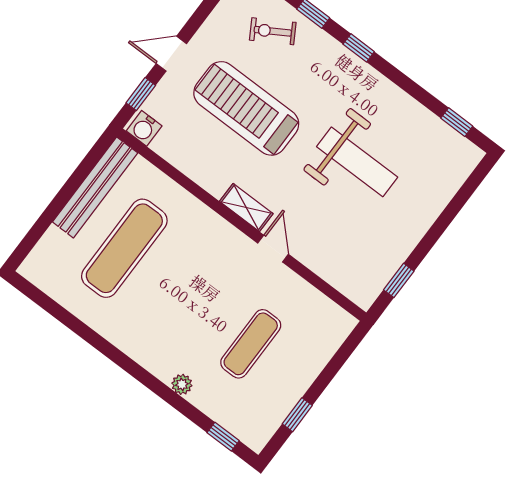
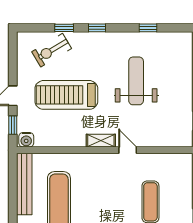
exercise bike: (273, 31) -> (52, 50), width x1.38, depth x1.39
window: (457, 122) -> (148, 28), moved
weight bench: (357, 162) -> (136, 81), turned -90

